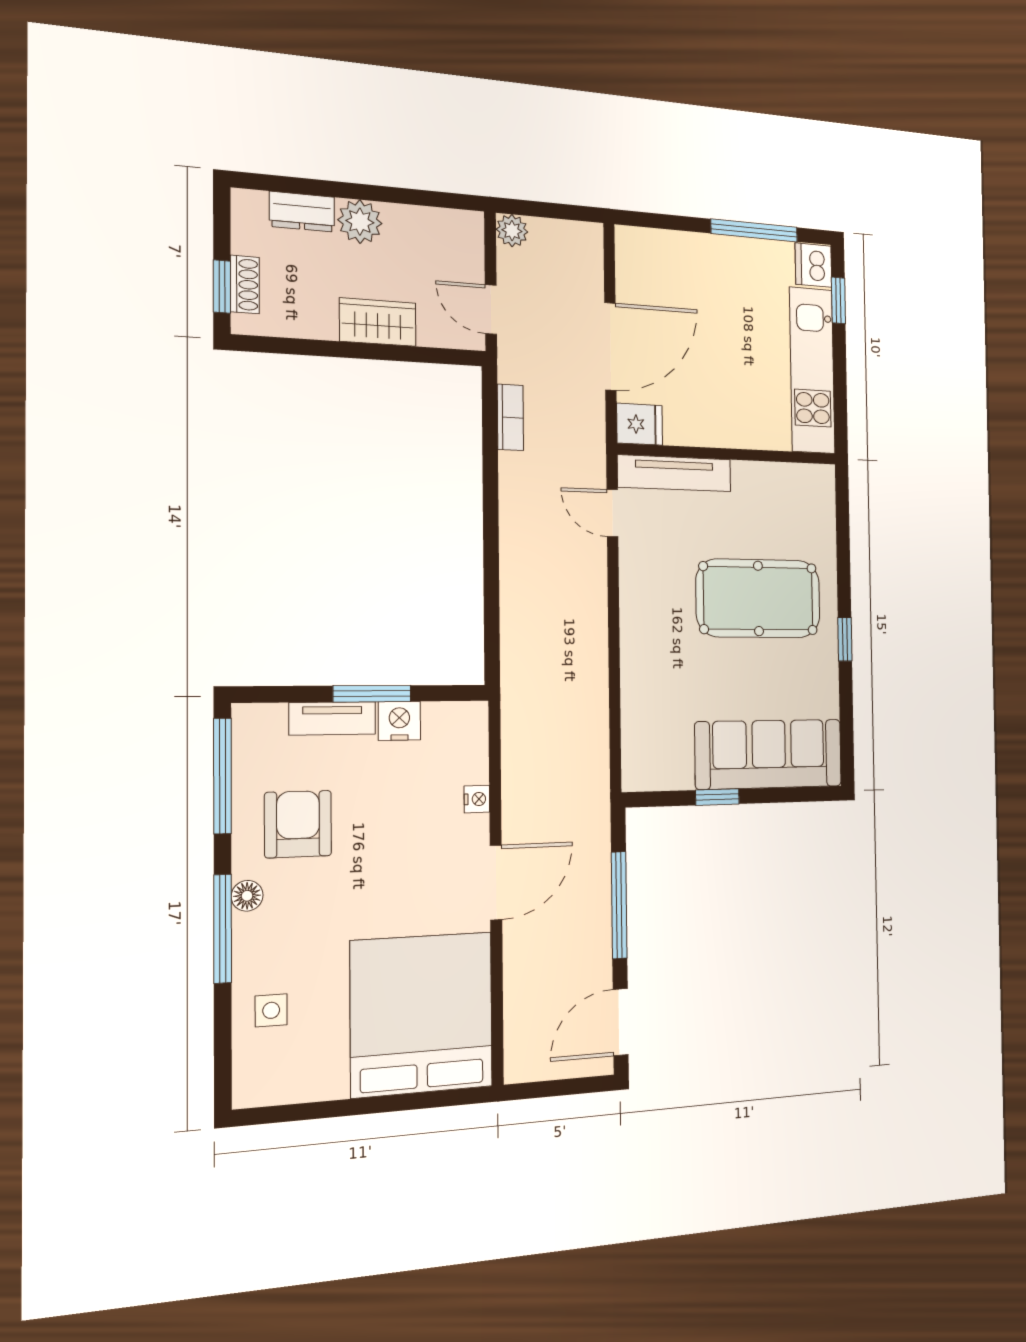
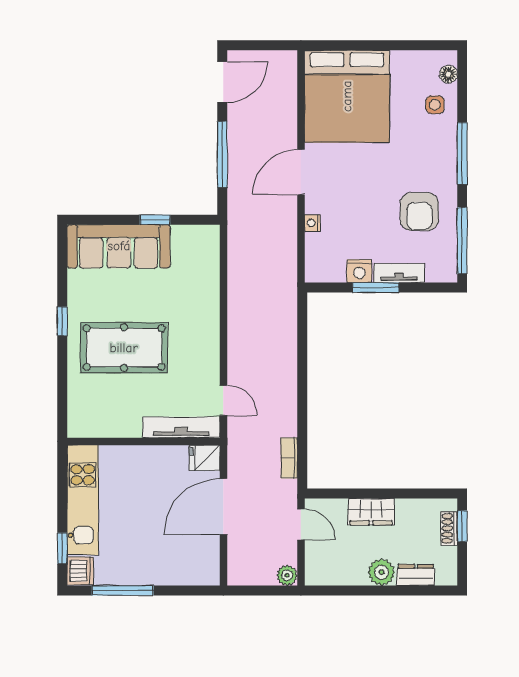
floor lamp: (247, 896) -> (448, 74), moved

